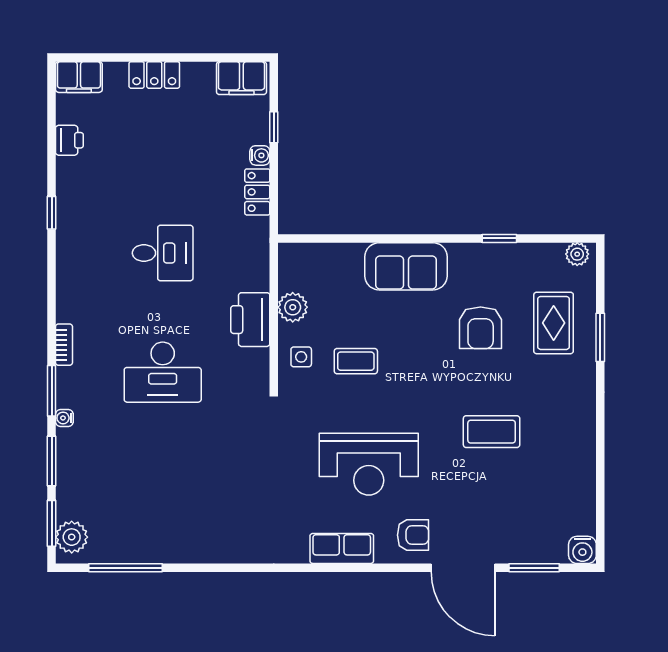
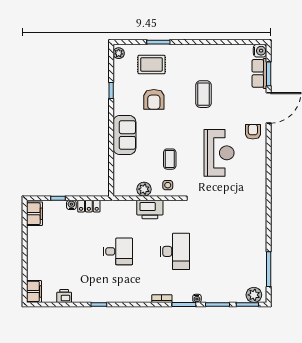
locker: (154, 75) -> (33, 255), removed
desk: (163, 253) -> (118, 251), turned 90
armchair: (481, 328) -> (154, 99), turned 90
row of seats: (342, 548) -> (259, 73), moved

